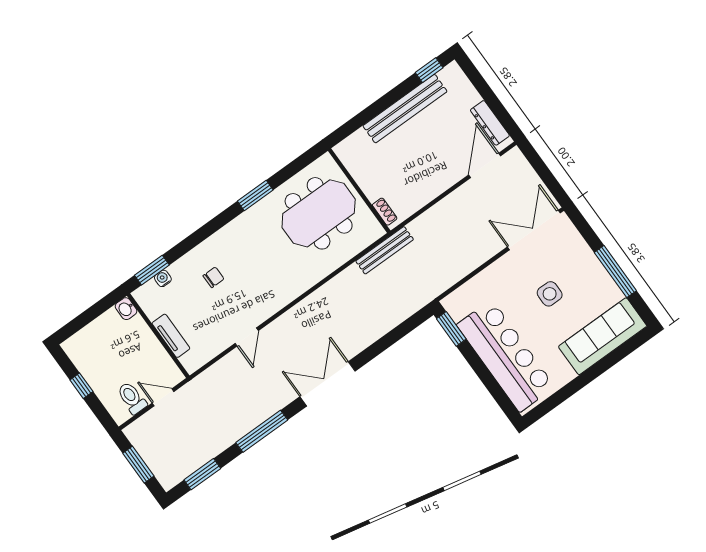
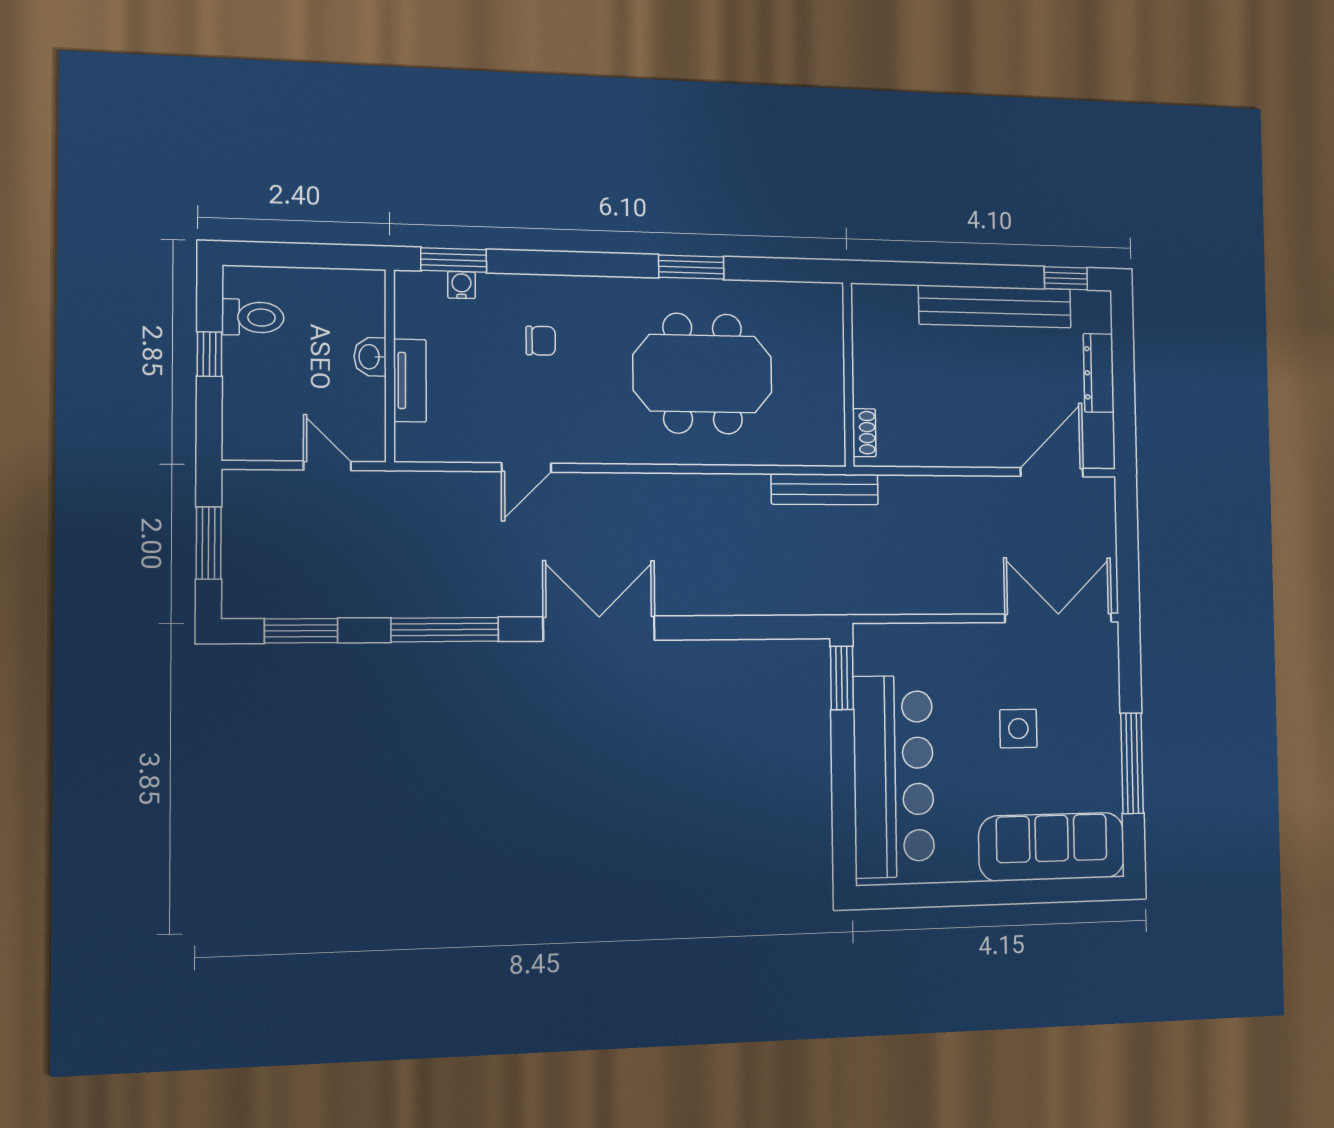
dresser: (490, 123) -> (1099, 373), moved
meeting table: (319, 213) -> (703, 374), moved
washbasin: (126, 309) -> (370, 357), moved
toilet: (132, 398) -> (253, 317), moved, turned 90

